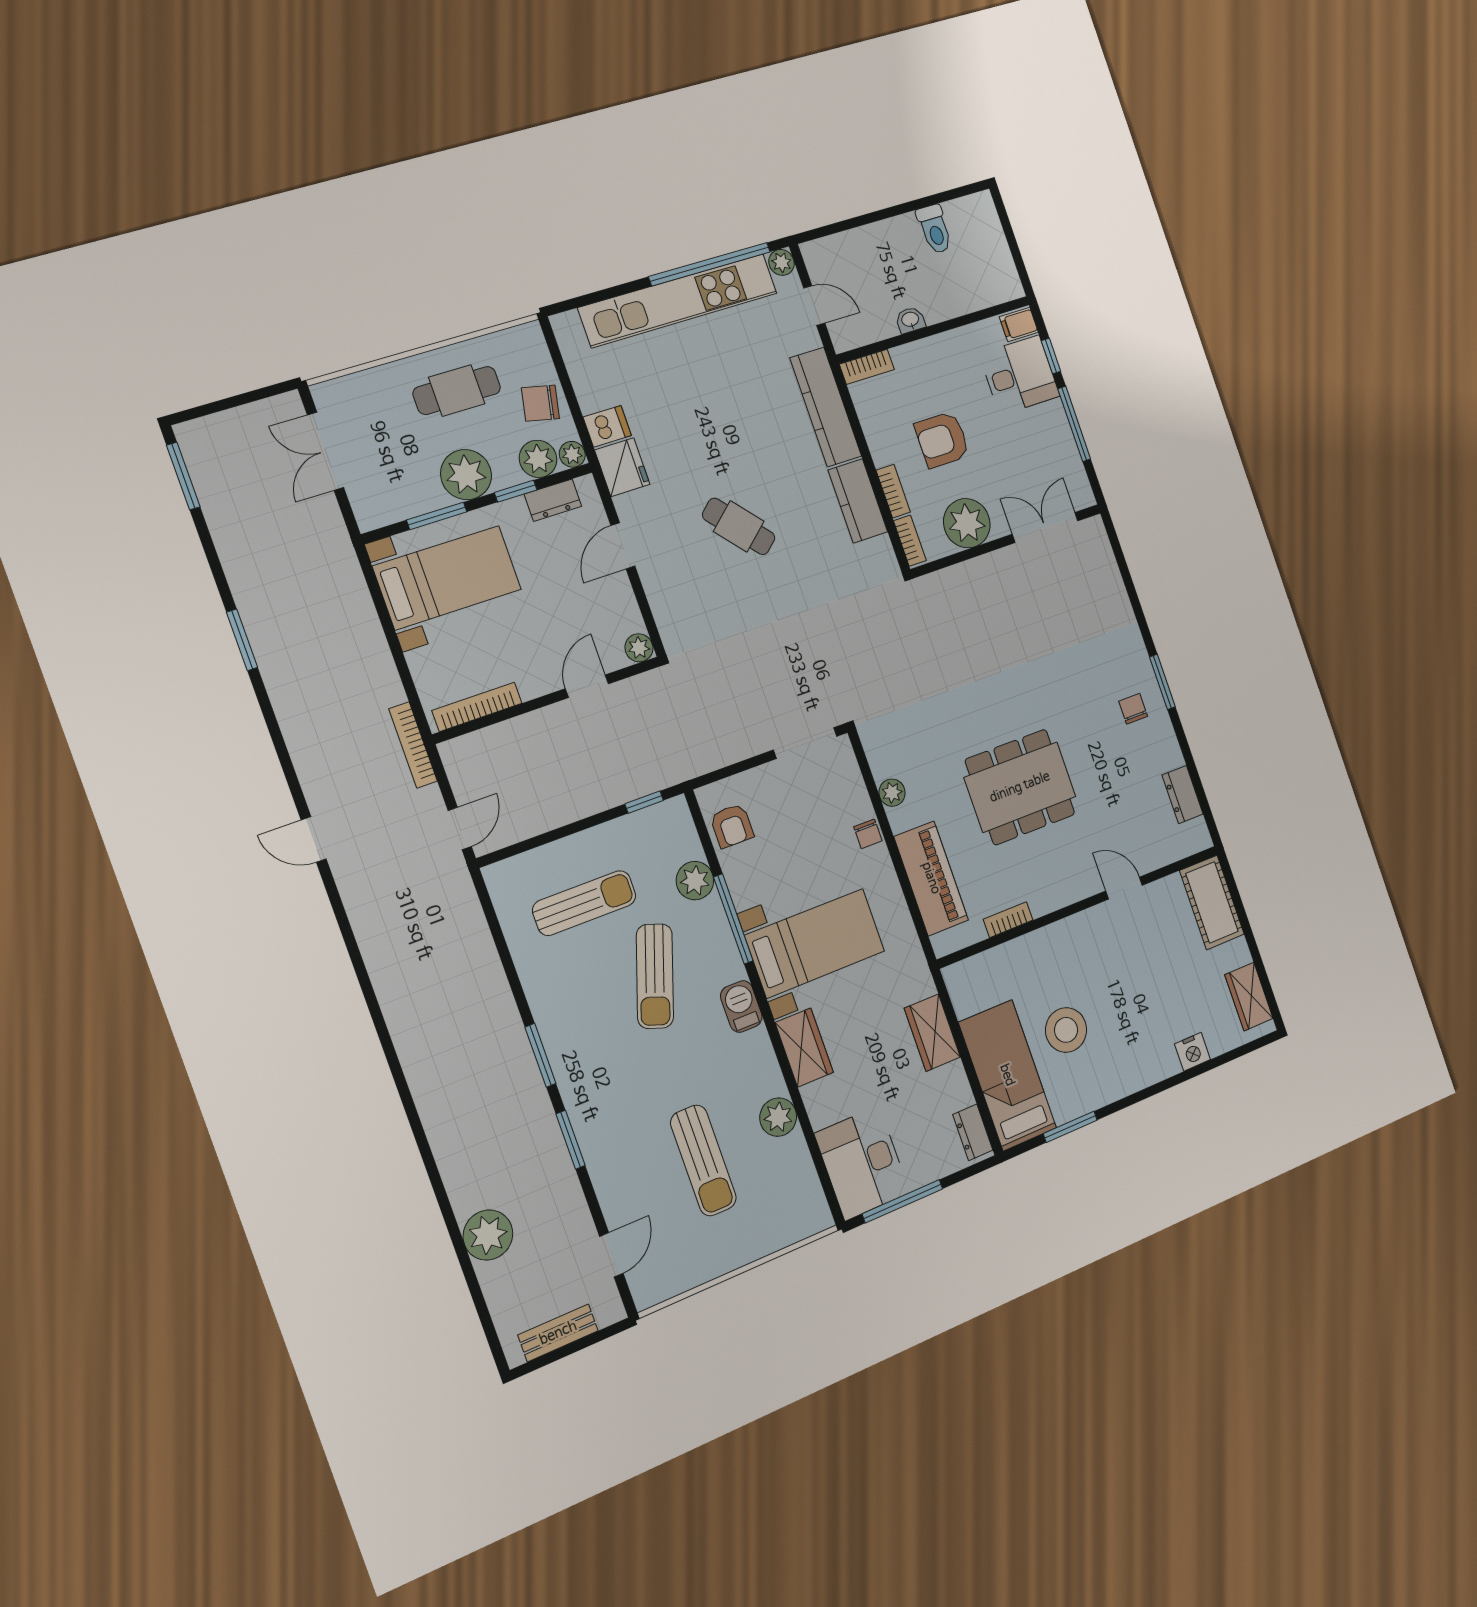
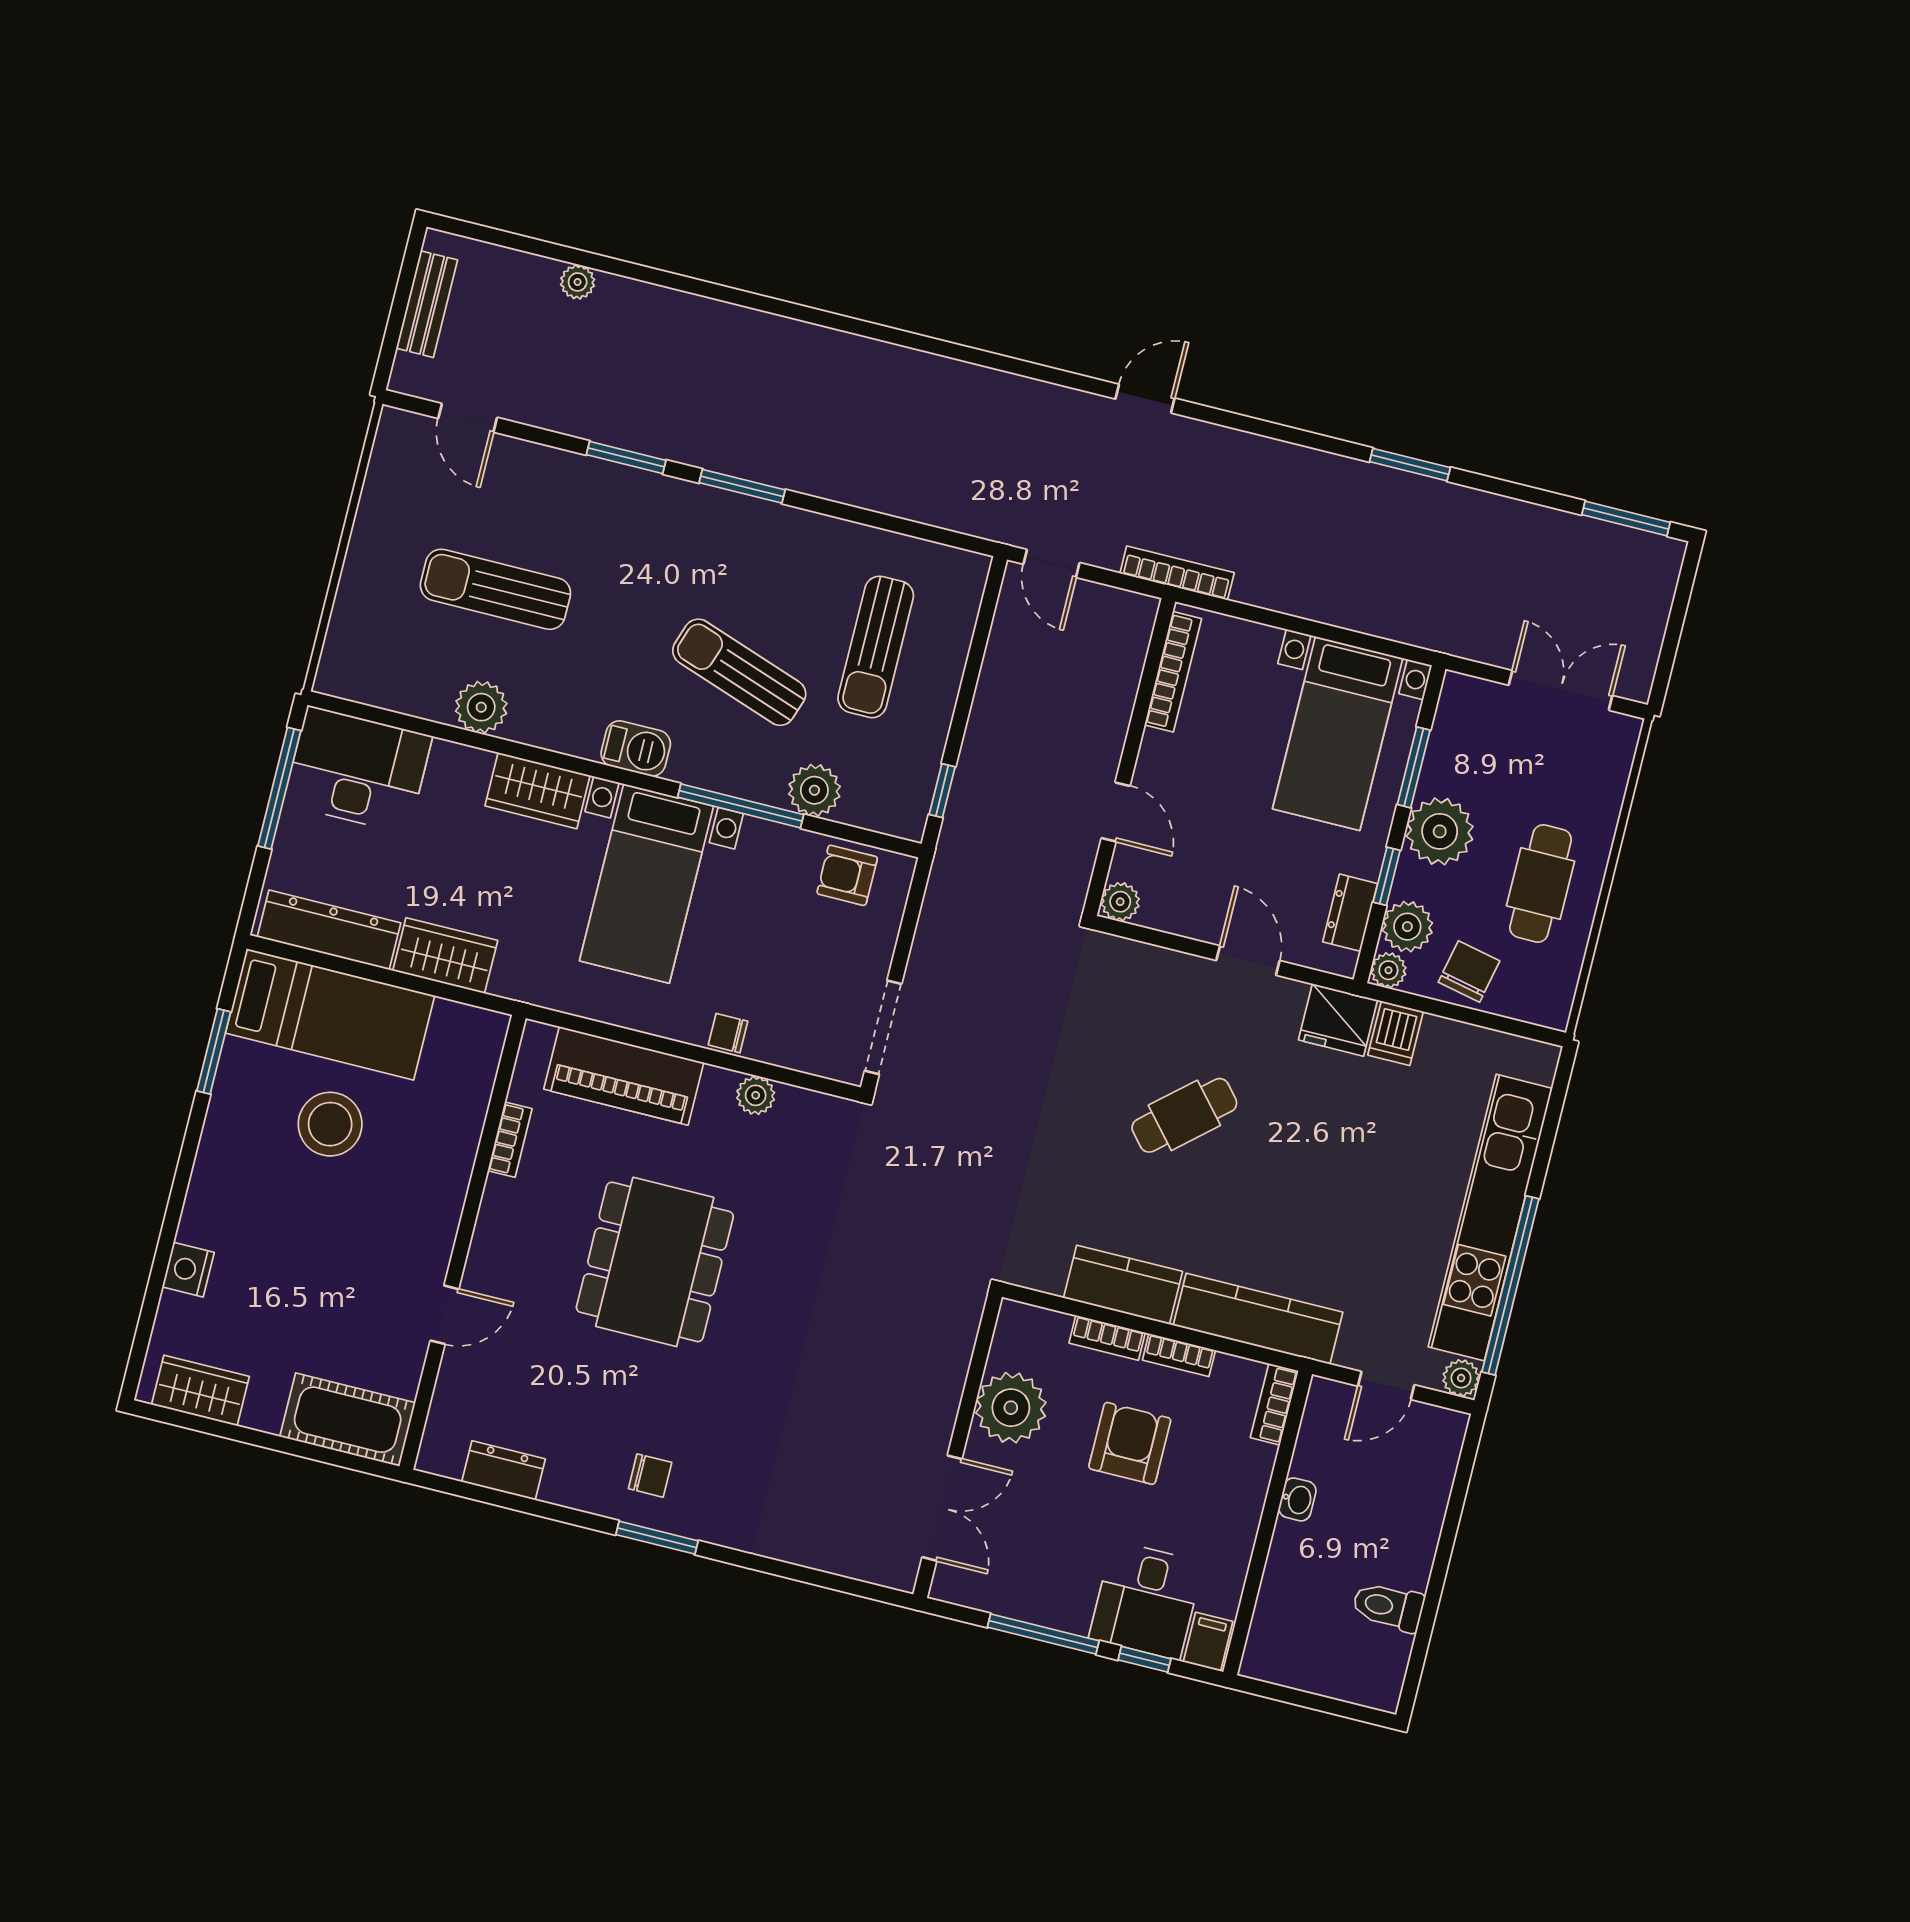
bookcase: (910, 541) -> (1179, 1355), moved
dresser: (973, 1132) -> (329, 930), width x1.96, depth x1.24
plant: (488, 1235) -> (578, 282), width x0.53, depth x0.53

